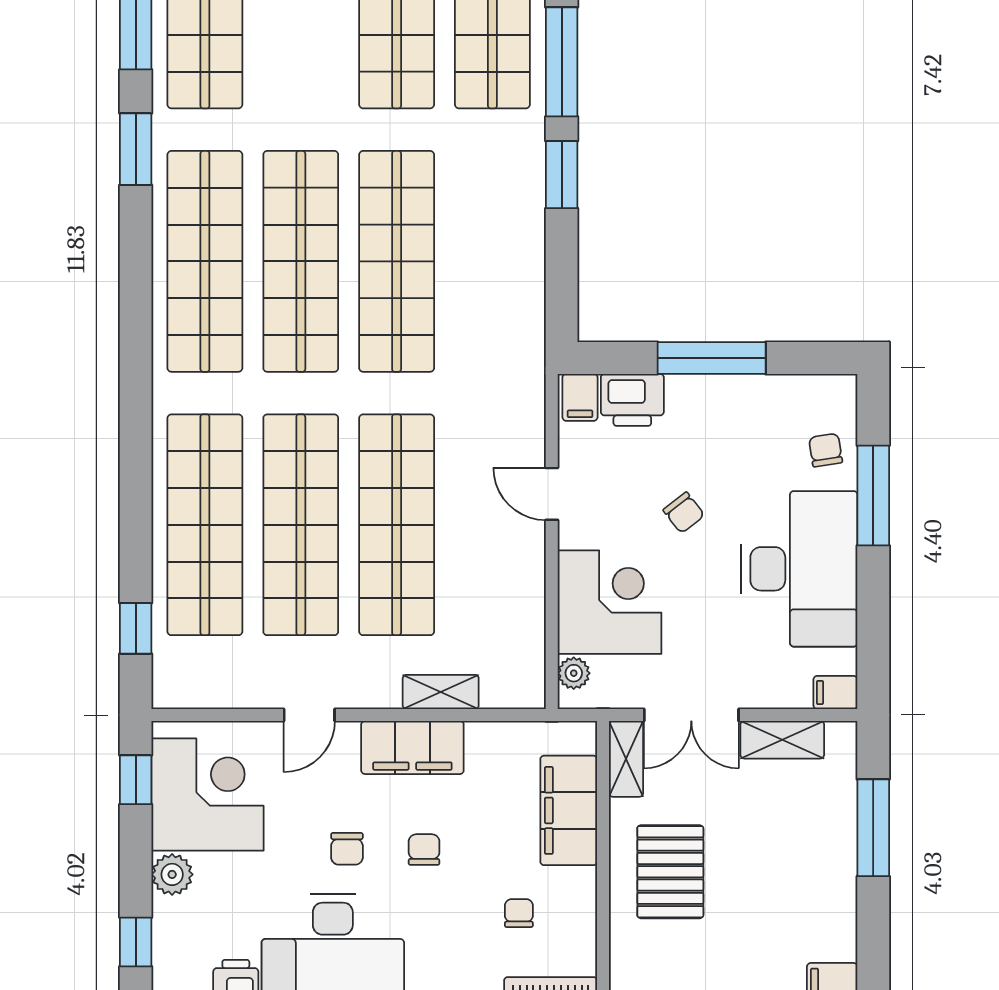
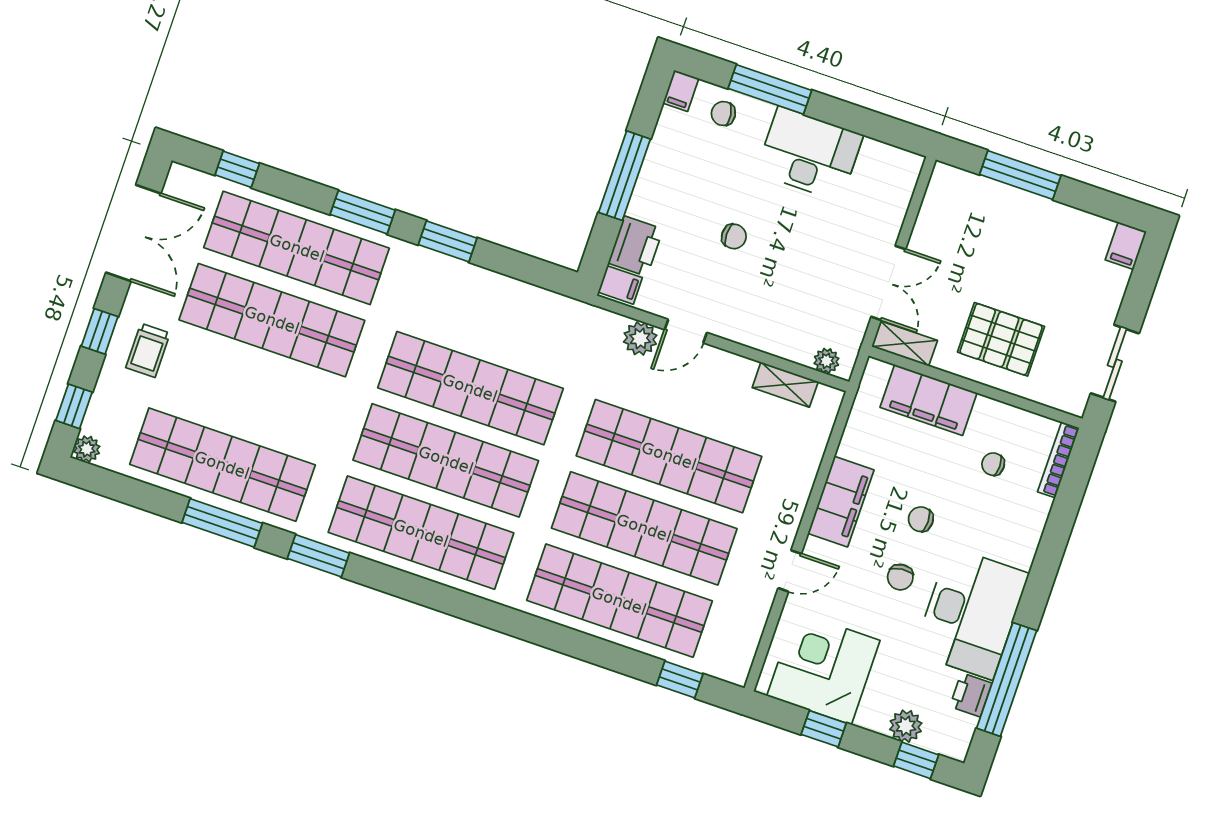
window: (562, 62) -> (363, 212), width x0.69
plant: (525, 443) -> (640, 339), added
chair: (684, 513) -> (734, 236), turned 38
desk: (799, 569) -> (809, 154), width x0.73, depth x0.77
corner desk: (610, 602) -> (782, 316), removed
shelving: (441, 692) -> (785, 385), moved, turned 90
filing cabinet: (835, 692) -> (681, 91), moved
door: (309, 715) -> (790, 571), hinge flipped
shelving: (782, 740) -> (930, 221), removed
window: (136, 780) -> (824, 729), moved
chair: (347, 849) -> (900, 577), turned 84
plant: (172, 874) -> (906, 726), moved

